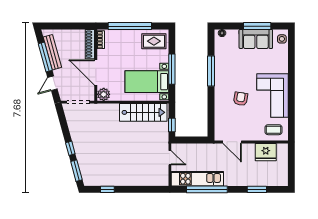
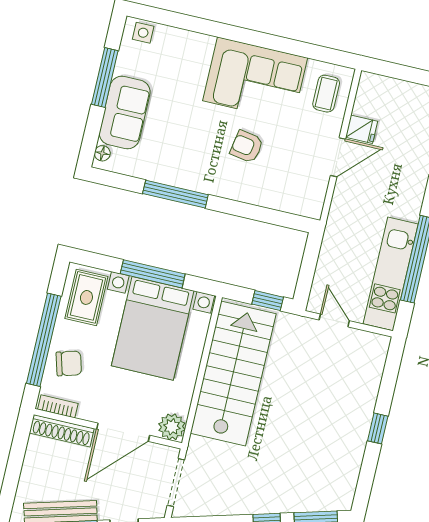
sofa: (256, 39) -> (125, 113), moved
chair: (122, 40) -> (69, 363), added
bed with nightstands: (147, 82) -> (153, 328), width x1.36
stairs: (143, 112) -> (233, 373), width x1.36, depth x1.51
door: (232, 142) -> (338, 157), moved
fridge: (266, 152) -> (362, 129), width x0.53, depth x0.75
door: (170, 158) -> (334, 320), hinge flipped
window: (107, 189) -> (378, 428), moved

